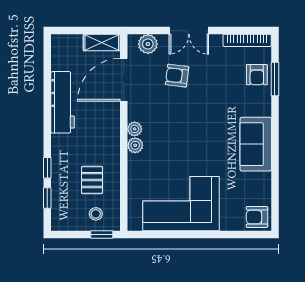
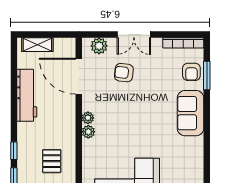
shelving: (102, 42) -> (37, 45), moved
door: (124, 80) -> (79, 76), hinge flipped
sofa: (256, 144) -> (190, 113), moved

